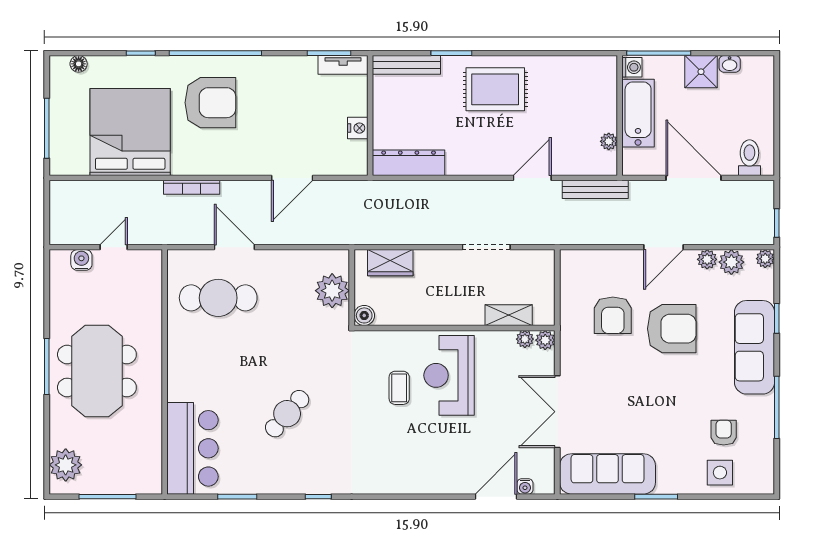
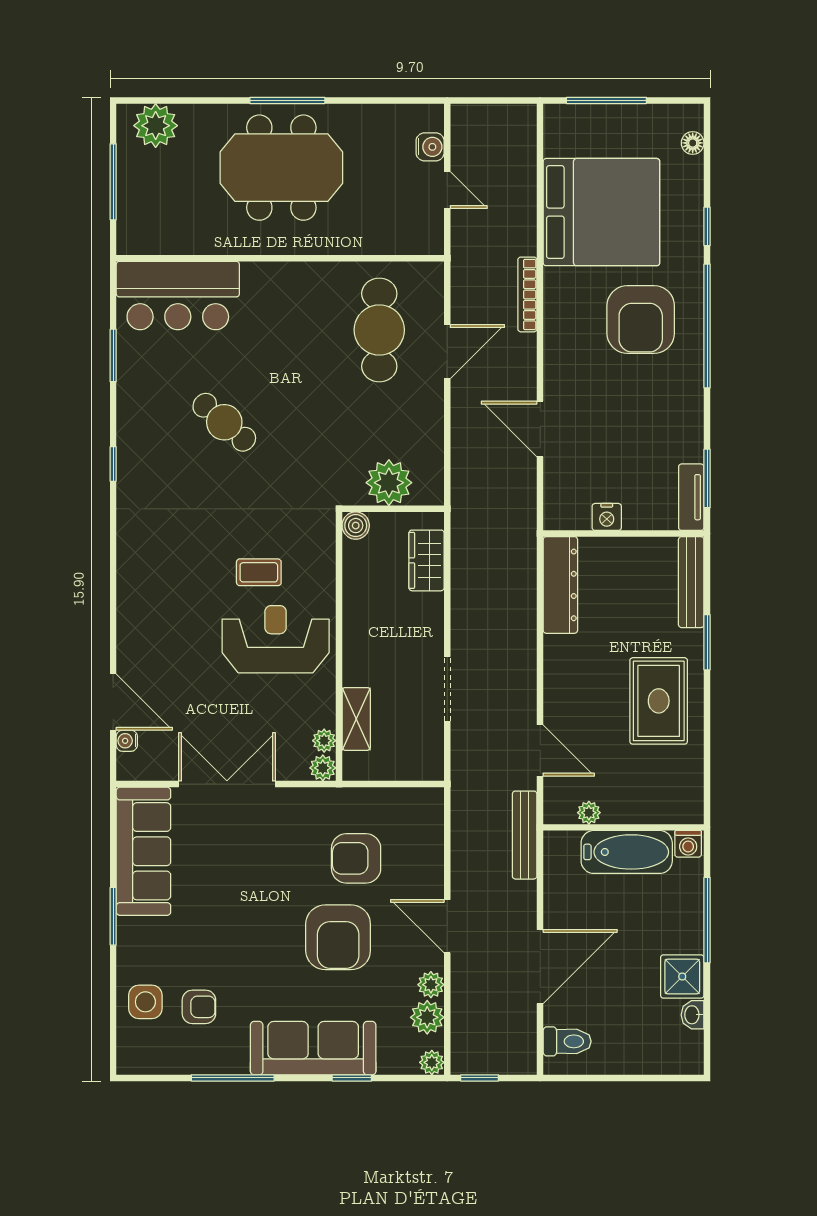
washing machine: (632, 67) -> (688, 844), moved
bathtub: (638, 113) -> (627, 852), moved
wall: (620, 115) -> (624, 827), moved
plant: (609, 141) -> (589, 813), moved

